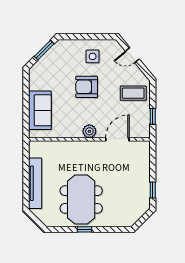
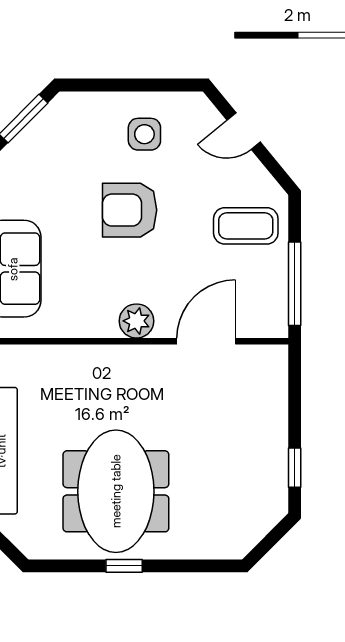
window: (153, 116) -> (295, 284), width x2.17

